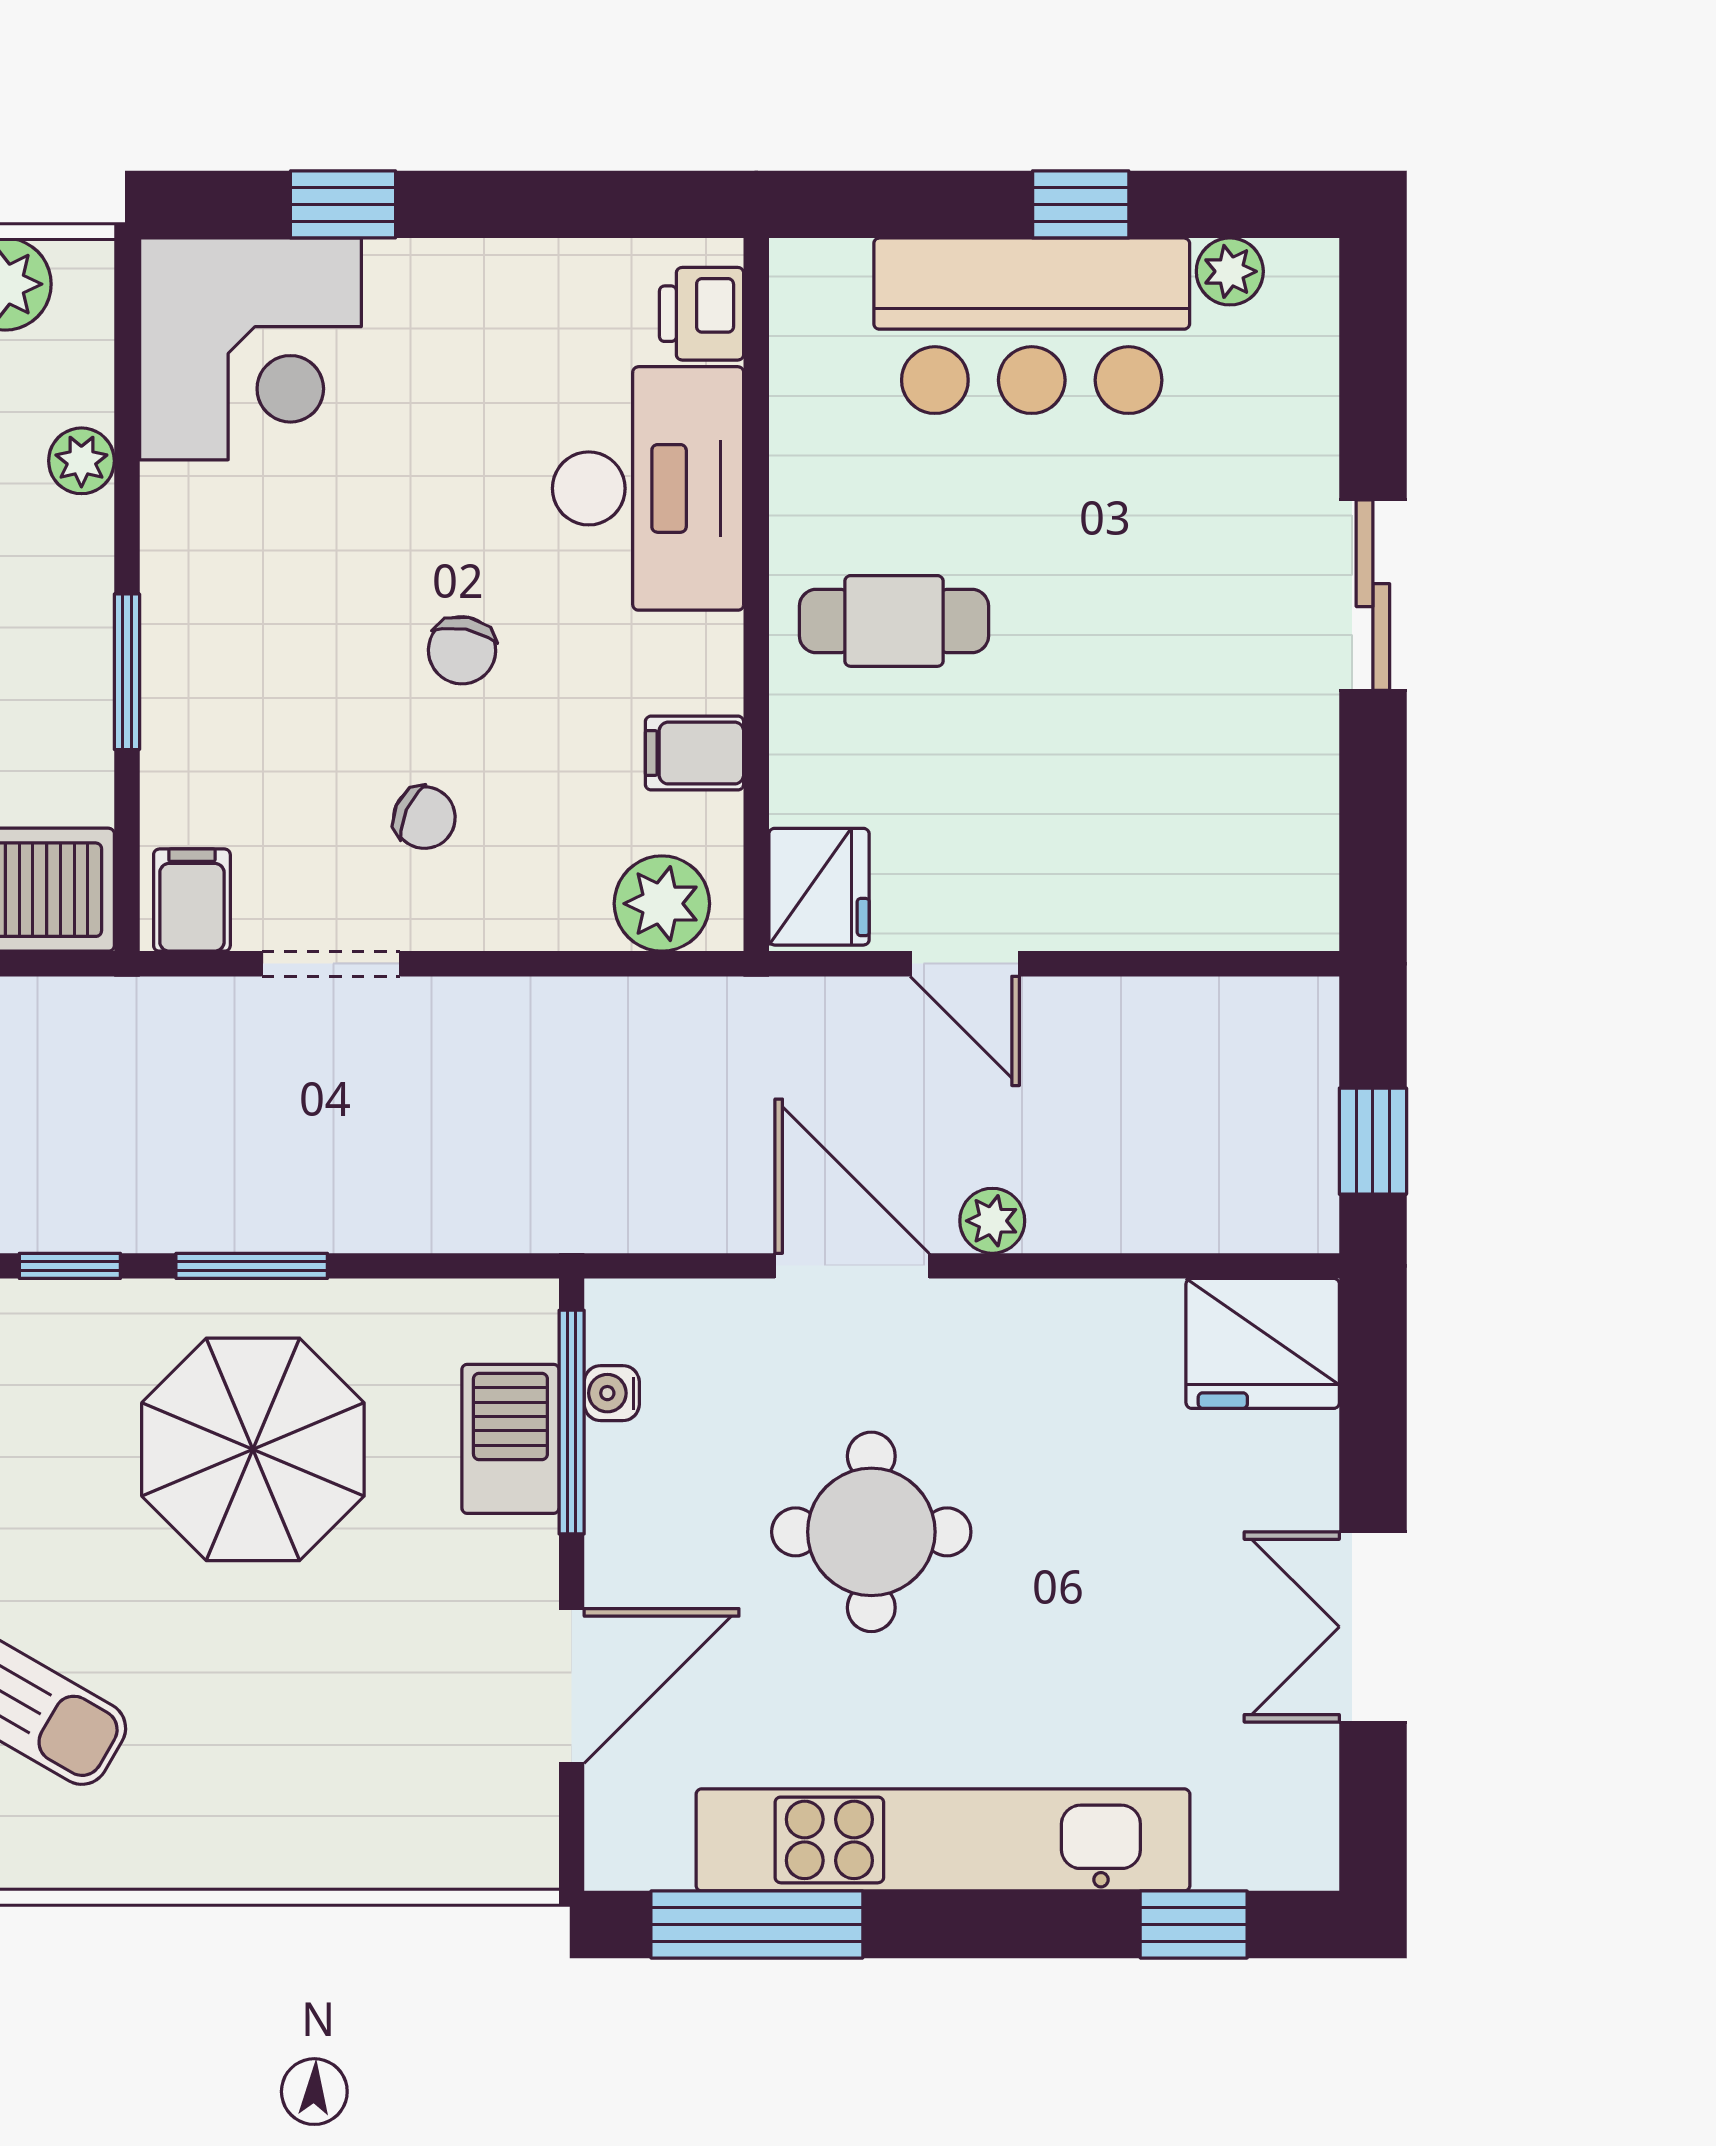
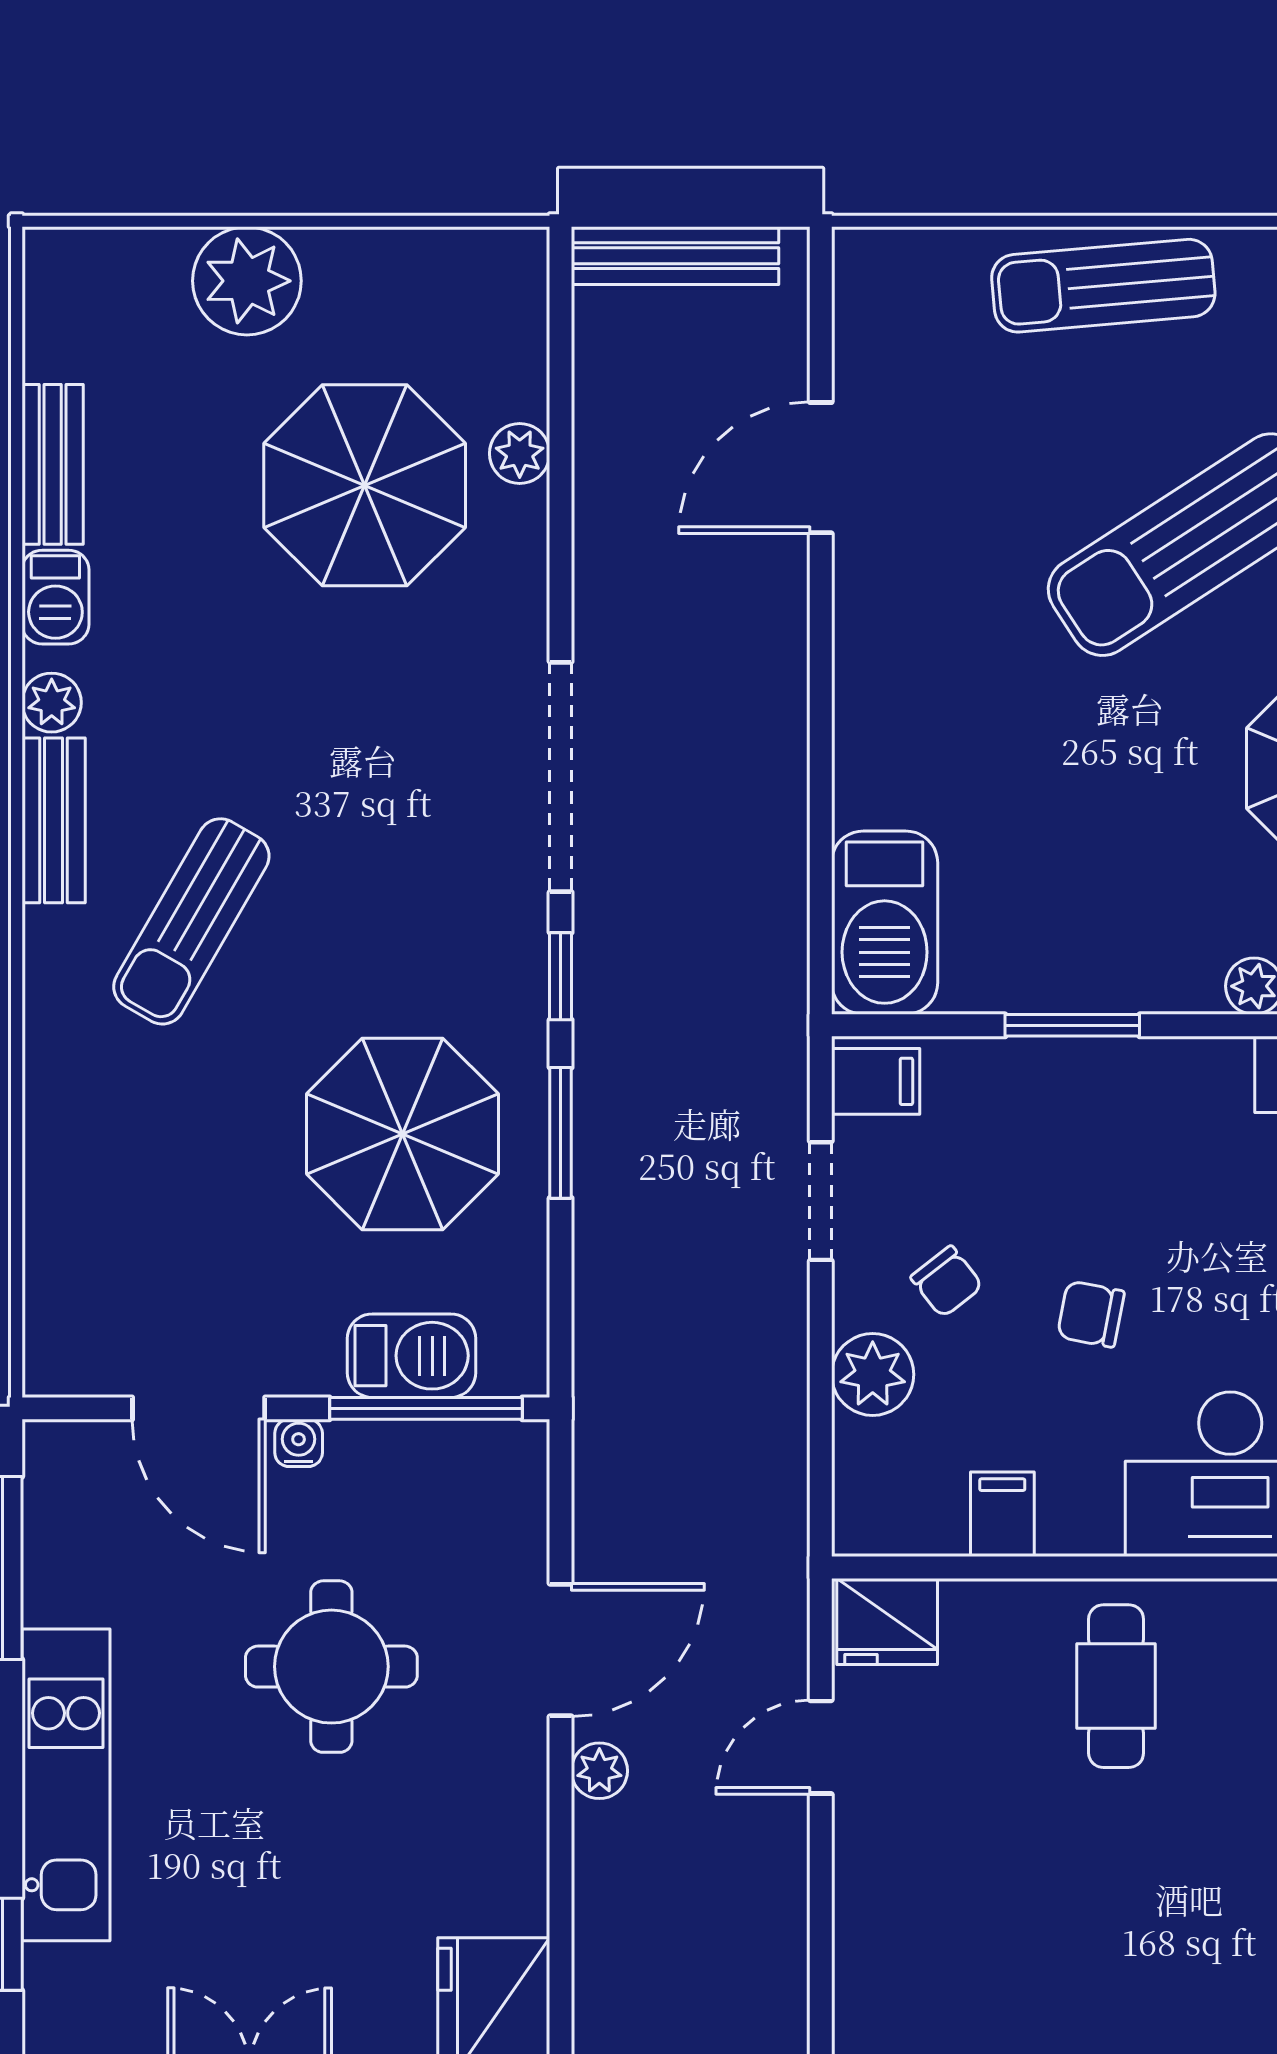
chair: (424, 818) -> (947, 1282), turned -62
plant: (662, 904) -> (873, 1374), moved
water cooler: (612, 1393) -> (299, 1443), moved
kitchen unit: (943, 1840) -> (66, 1785), width x0.73

